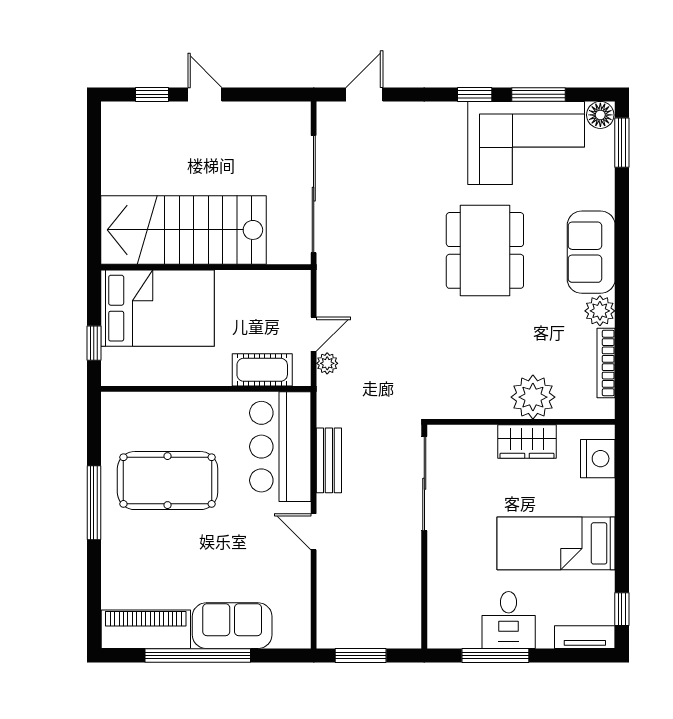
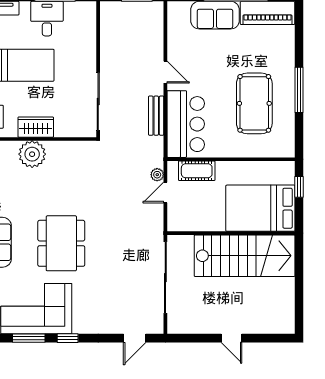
window: (152, 94) -> (264, 338), removed
pool table: (168, 481) -> (254, 103), turned 90

